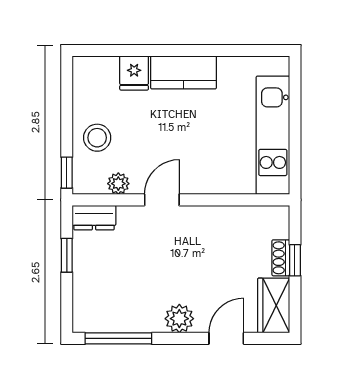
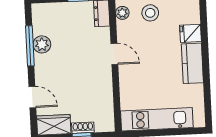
plant: (118, 184) -> (122, 13), moved
plant: (179, 319) -> (42, 44), moved
window: (118, 338) -> (30, 46), moved

